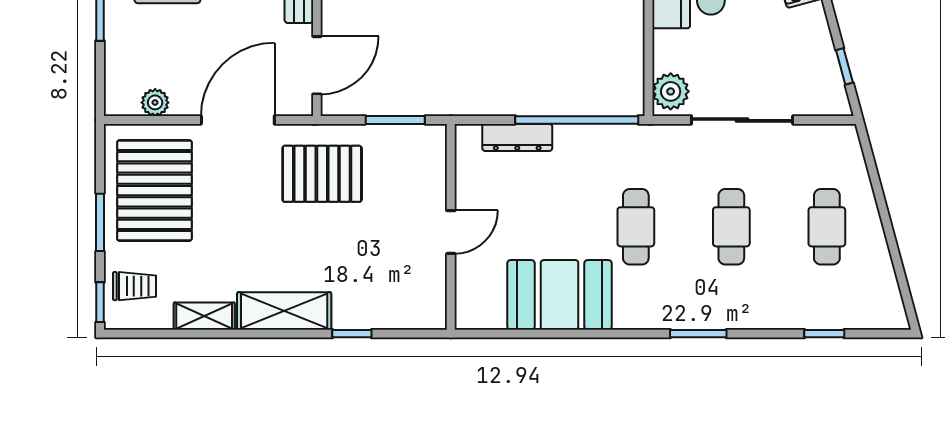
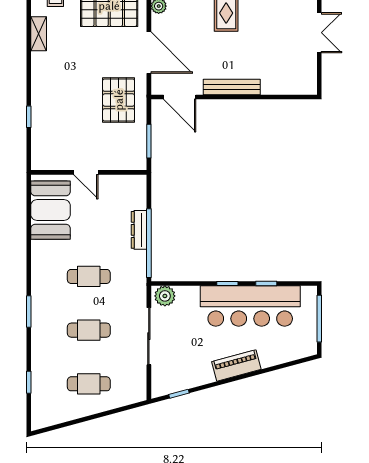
dresser: (517, 137) -> (139, 230), moved
booth: (560, 295) -> (51, 210), moved
shelving: (284, 311) -> (41, 79), removed

